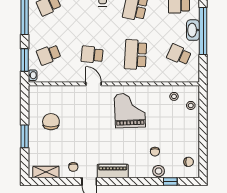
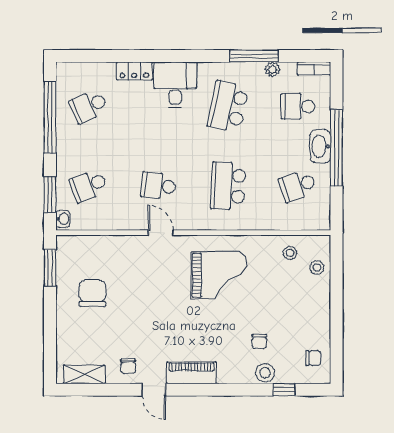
school desk: (179, 55) -> (298, 186), turned -42
grand piano: (130, 110) -> (219, 275), turned 92
window: (25, 136) -> (50, 268), moved

